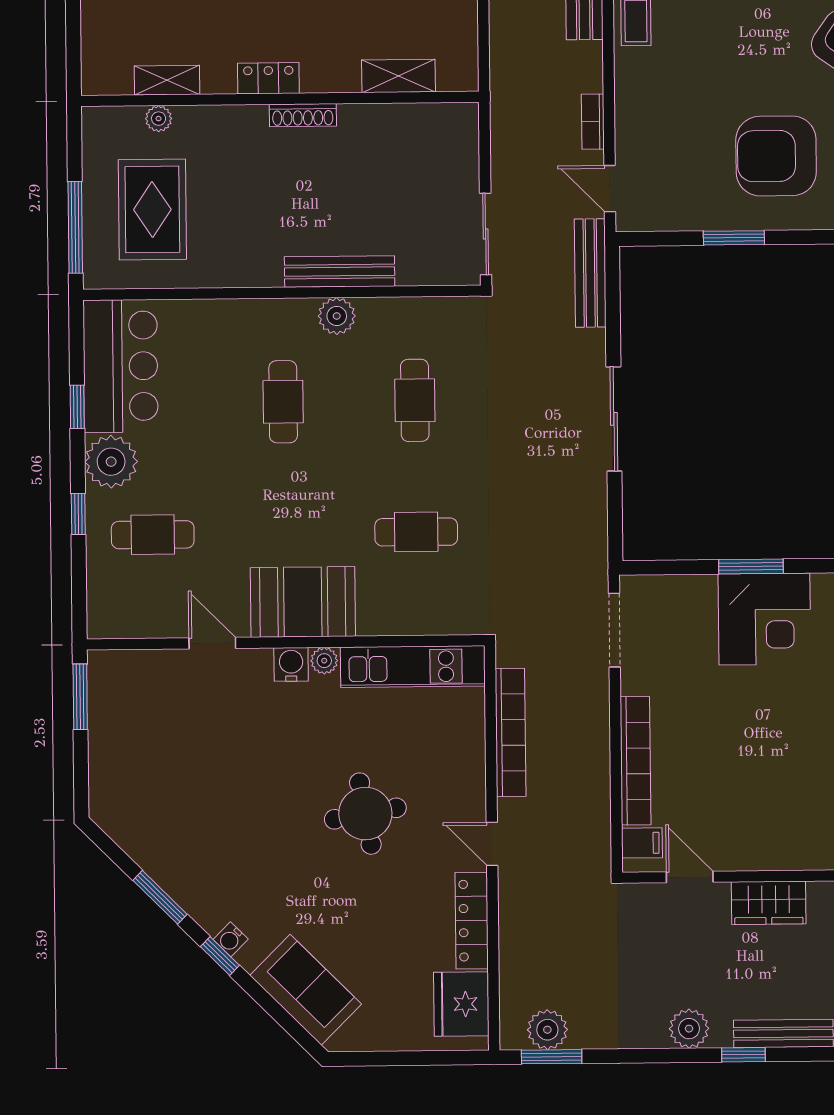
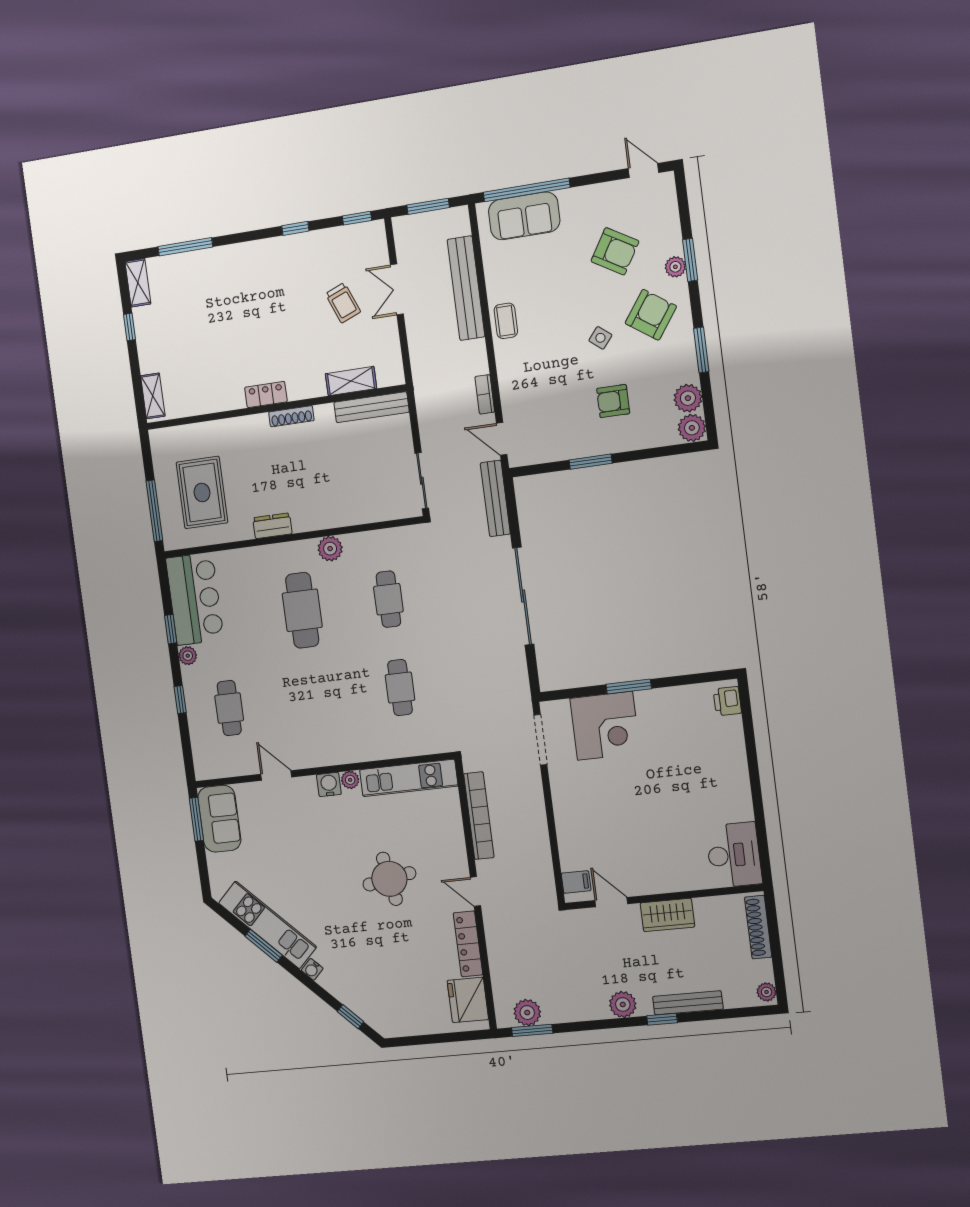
side table: (768, 64) -> (600, 338), added
shelving: (167, 80) -> (153, 396), moved, turned 90
plant: (159, 119) -> (198, 431), removed
armchair: (776, 156) -> (613, 401), width x0.53, depth x0.53
dresser: (254, 272) -> (272, 526), added
bench: (340, 272) -> (371, 407), moved
cafe table: (283, 402) -> (302, 610), width x1.37, depth x1.35
sliding door: (614, 419) -> (523, 596), width x1.36
plant: (111, 462) -> (188, 656), width x0.53, depth x0.53
cafe table: (416, 532) -> (400, 688), turned 90
cafe table: (153, 535) -> (229, 708), turned 90
booth: (303, 602) -> (331, 742), removed
corner desk: (764, 619) -> (605, 726), moved
bookcase: (636, 761) -> (565, 827), removed
kitchen unit: (170, 866) -> (267, 925), added
window: (220, 956) -> (351, 1017), moved
sofa: (306, 990) -> (219, 819), moved, turned 45

